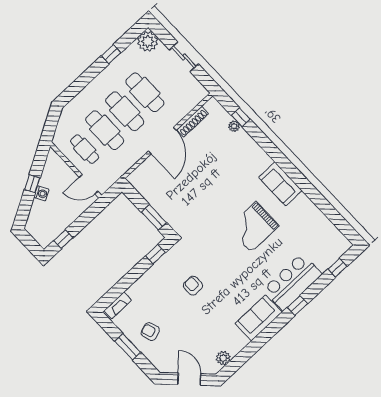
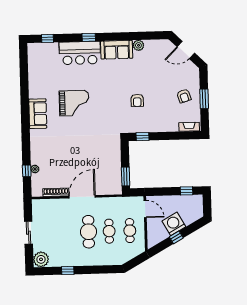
cafe table: (145, 92) -> (68, 232), removed
cafe table: (105, 130) -> (109, 231), width x0.73, depth x0.74
washing machine: (41, 193) -> (174, 224), width x1.89, depth x1.89
window: (154, 217) -> (126, 177), moved
plant: (223, 358) -> (138, 45), moved
door: (189, 379) -> (186, 50), hinge flipped

